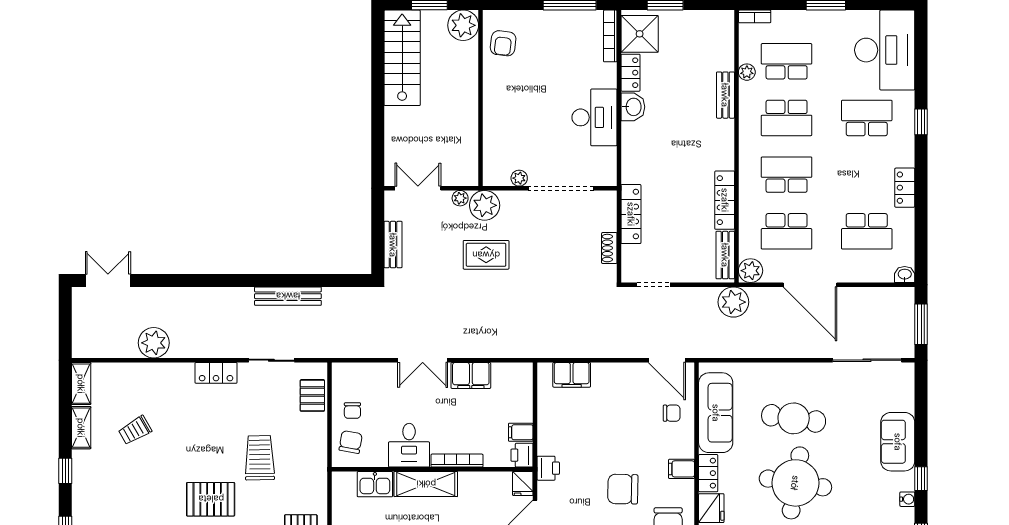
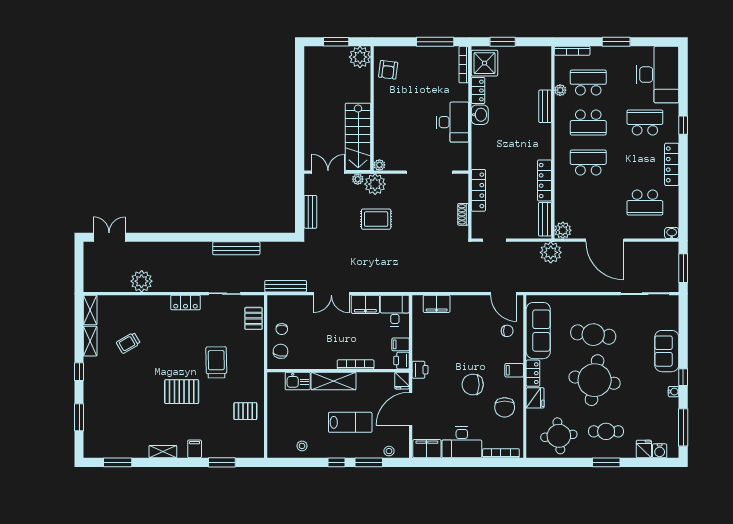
bookcase: (755, 16) -> (572, 51), width x1.56
stairs: (402, 58) -> (358, 137), moved, turned 180
plant: (519, 178) -> (379, 165), moved
locker: (905, 188) -> (672, 164), width x1.53
school desk: (787, 231) -> (588, 203), removed
bench: (358, 350) -> (286, 286), added
desk: (409, 445) -> (395, 311), moved, turned 180

